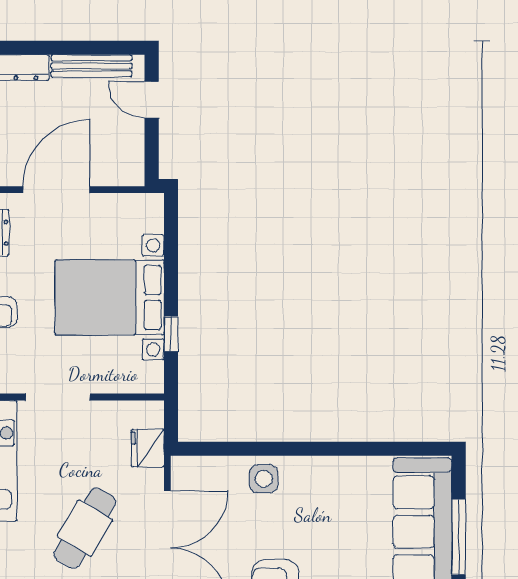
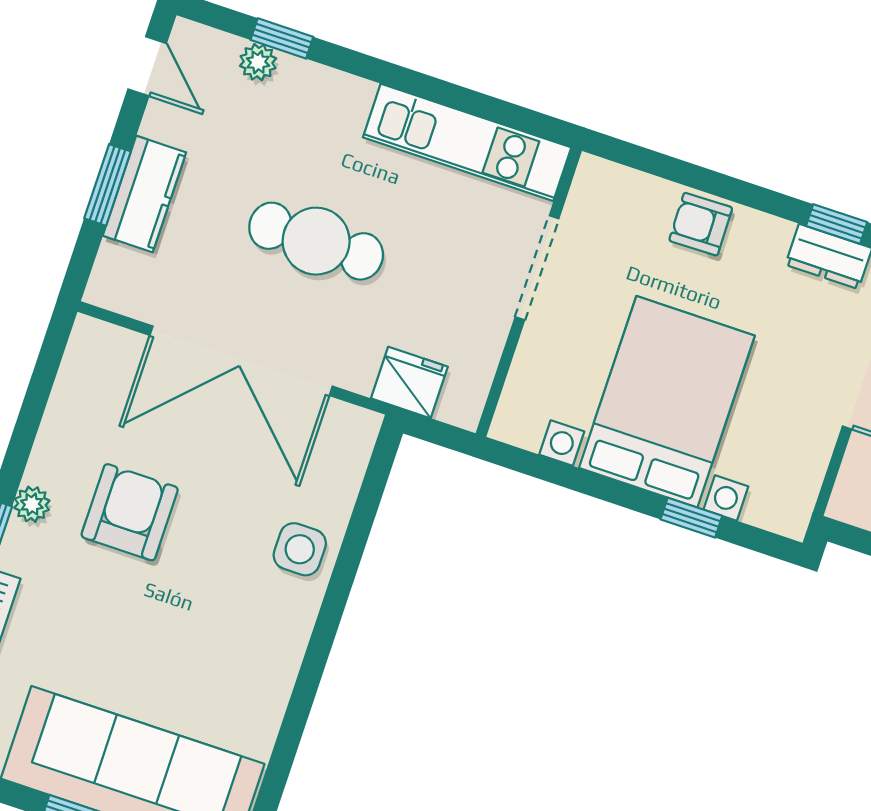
window: (171, 334) -> (691, 518), moved
cafe table: (85, 528) -> (316, 241), turned -31

